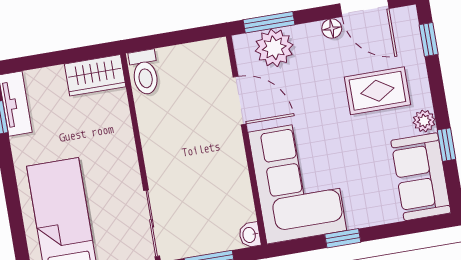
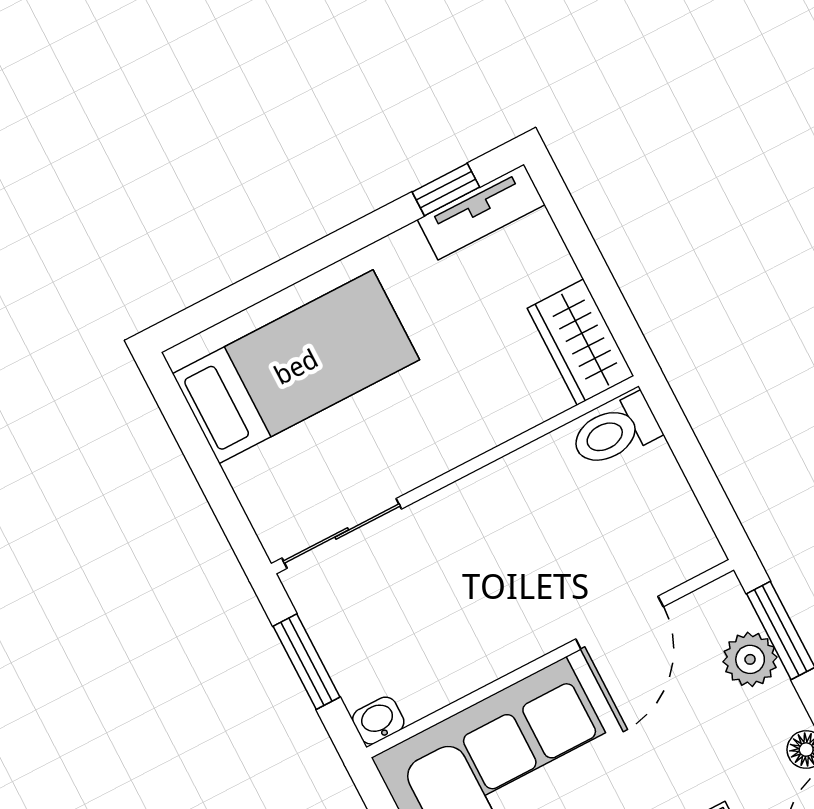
plant: (274, 48) -> (750, 659), width x0.73, depth x0.73

